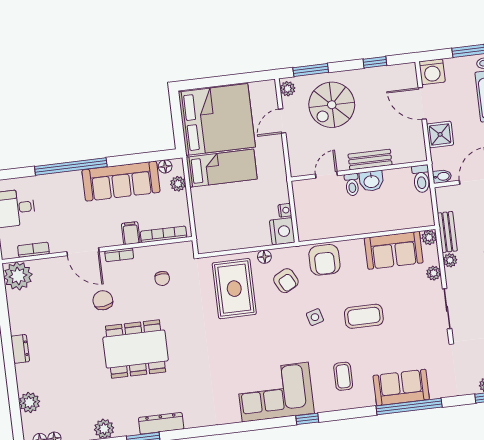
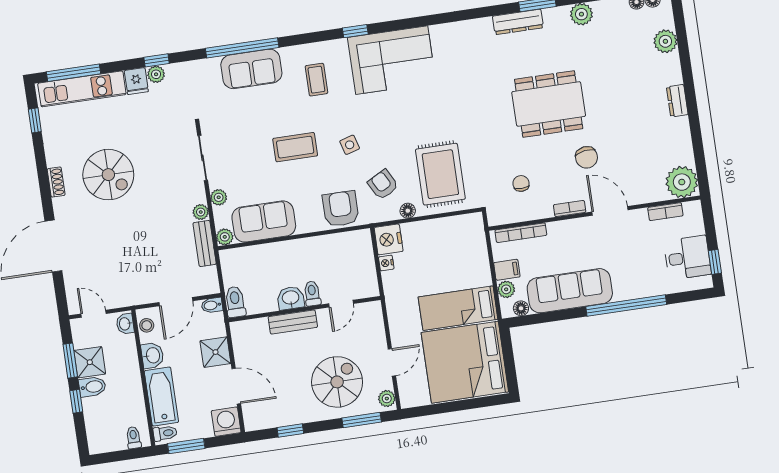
filing cabinet: (131, 233) -> (507, 270), moved, turned -90

